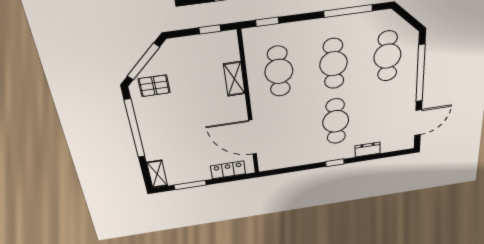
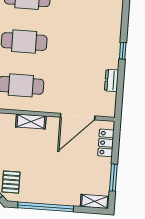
shelving: (234, 79) -> (31, 121), moved
cafe table: (336, 121) -> (79, 46), removed
dresser: (368, 150) -> (112, 80), moved

